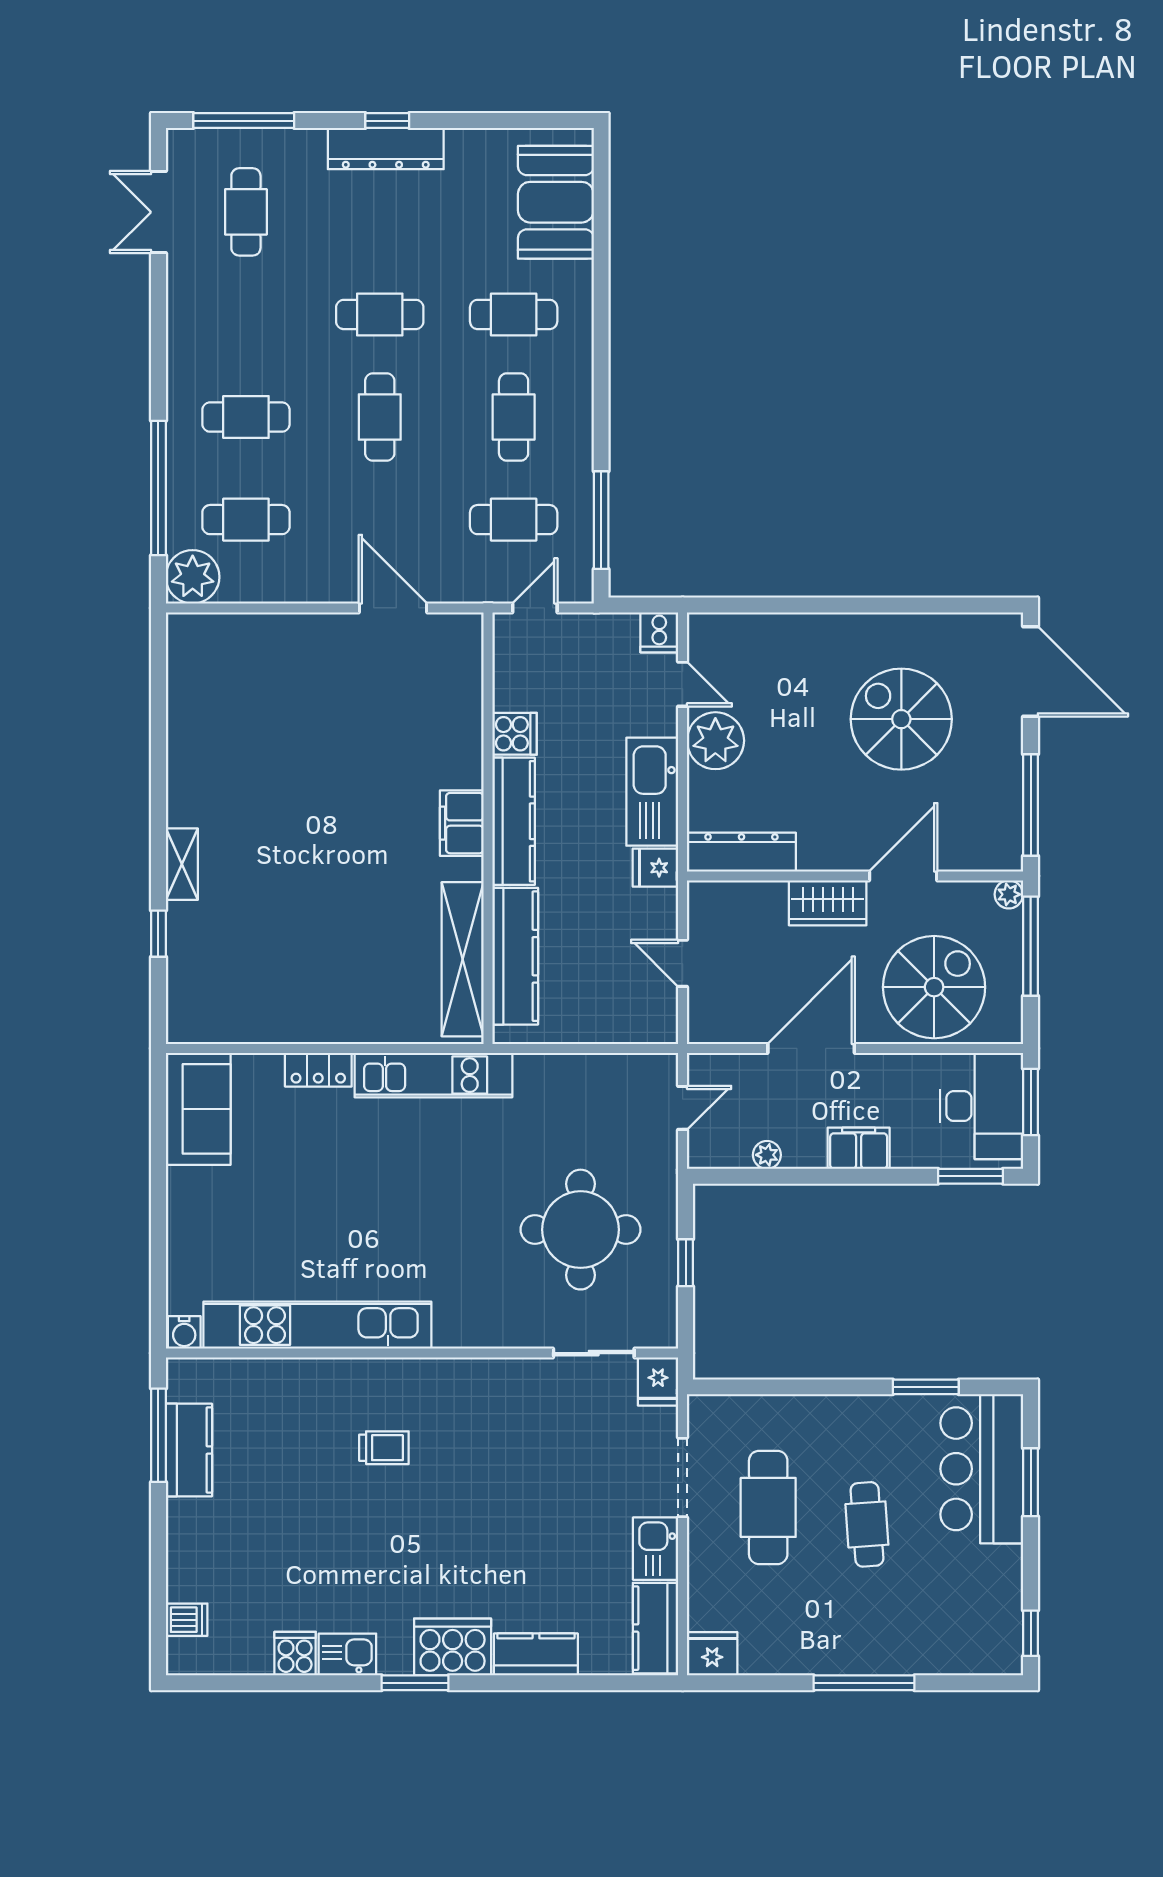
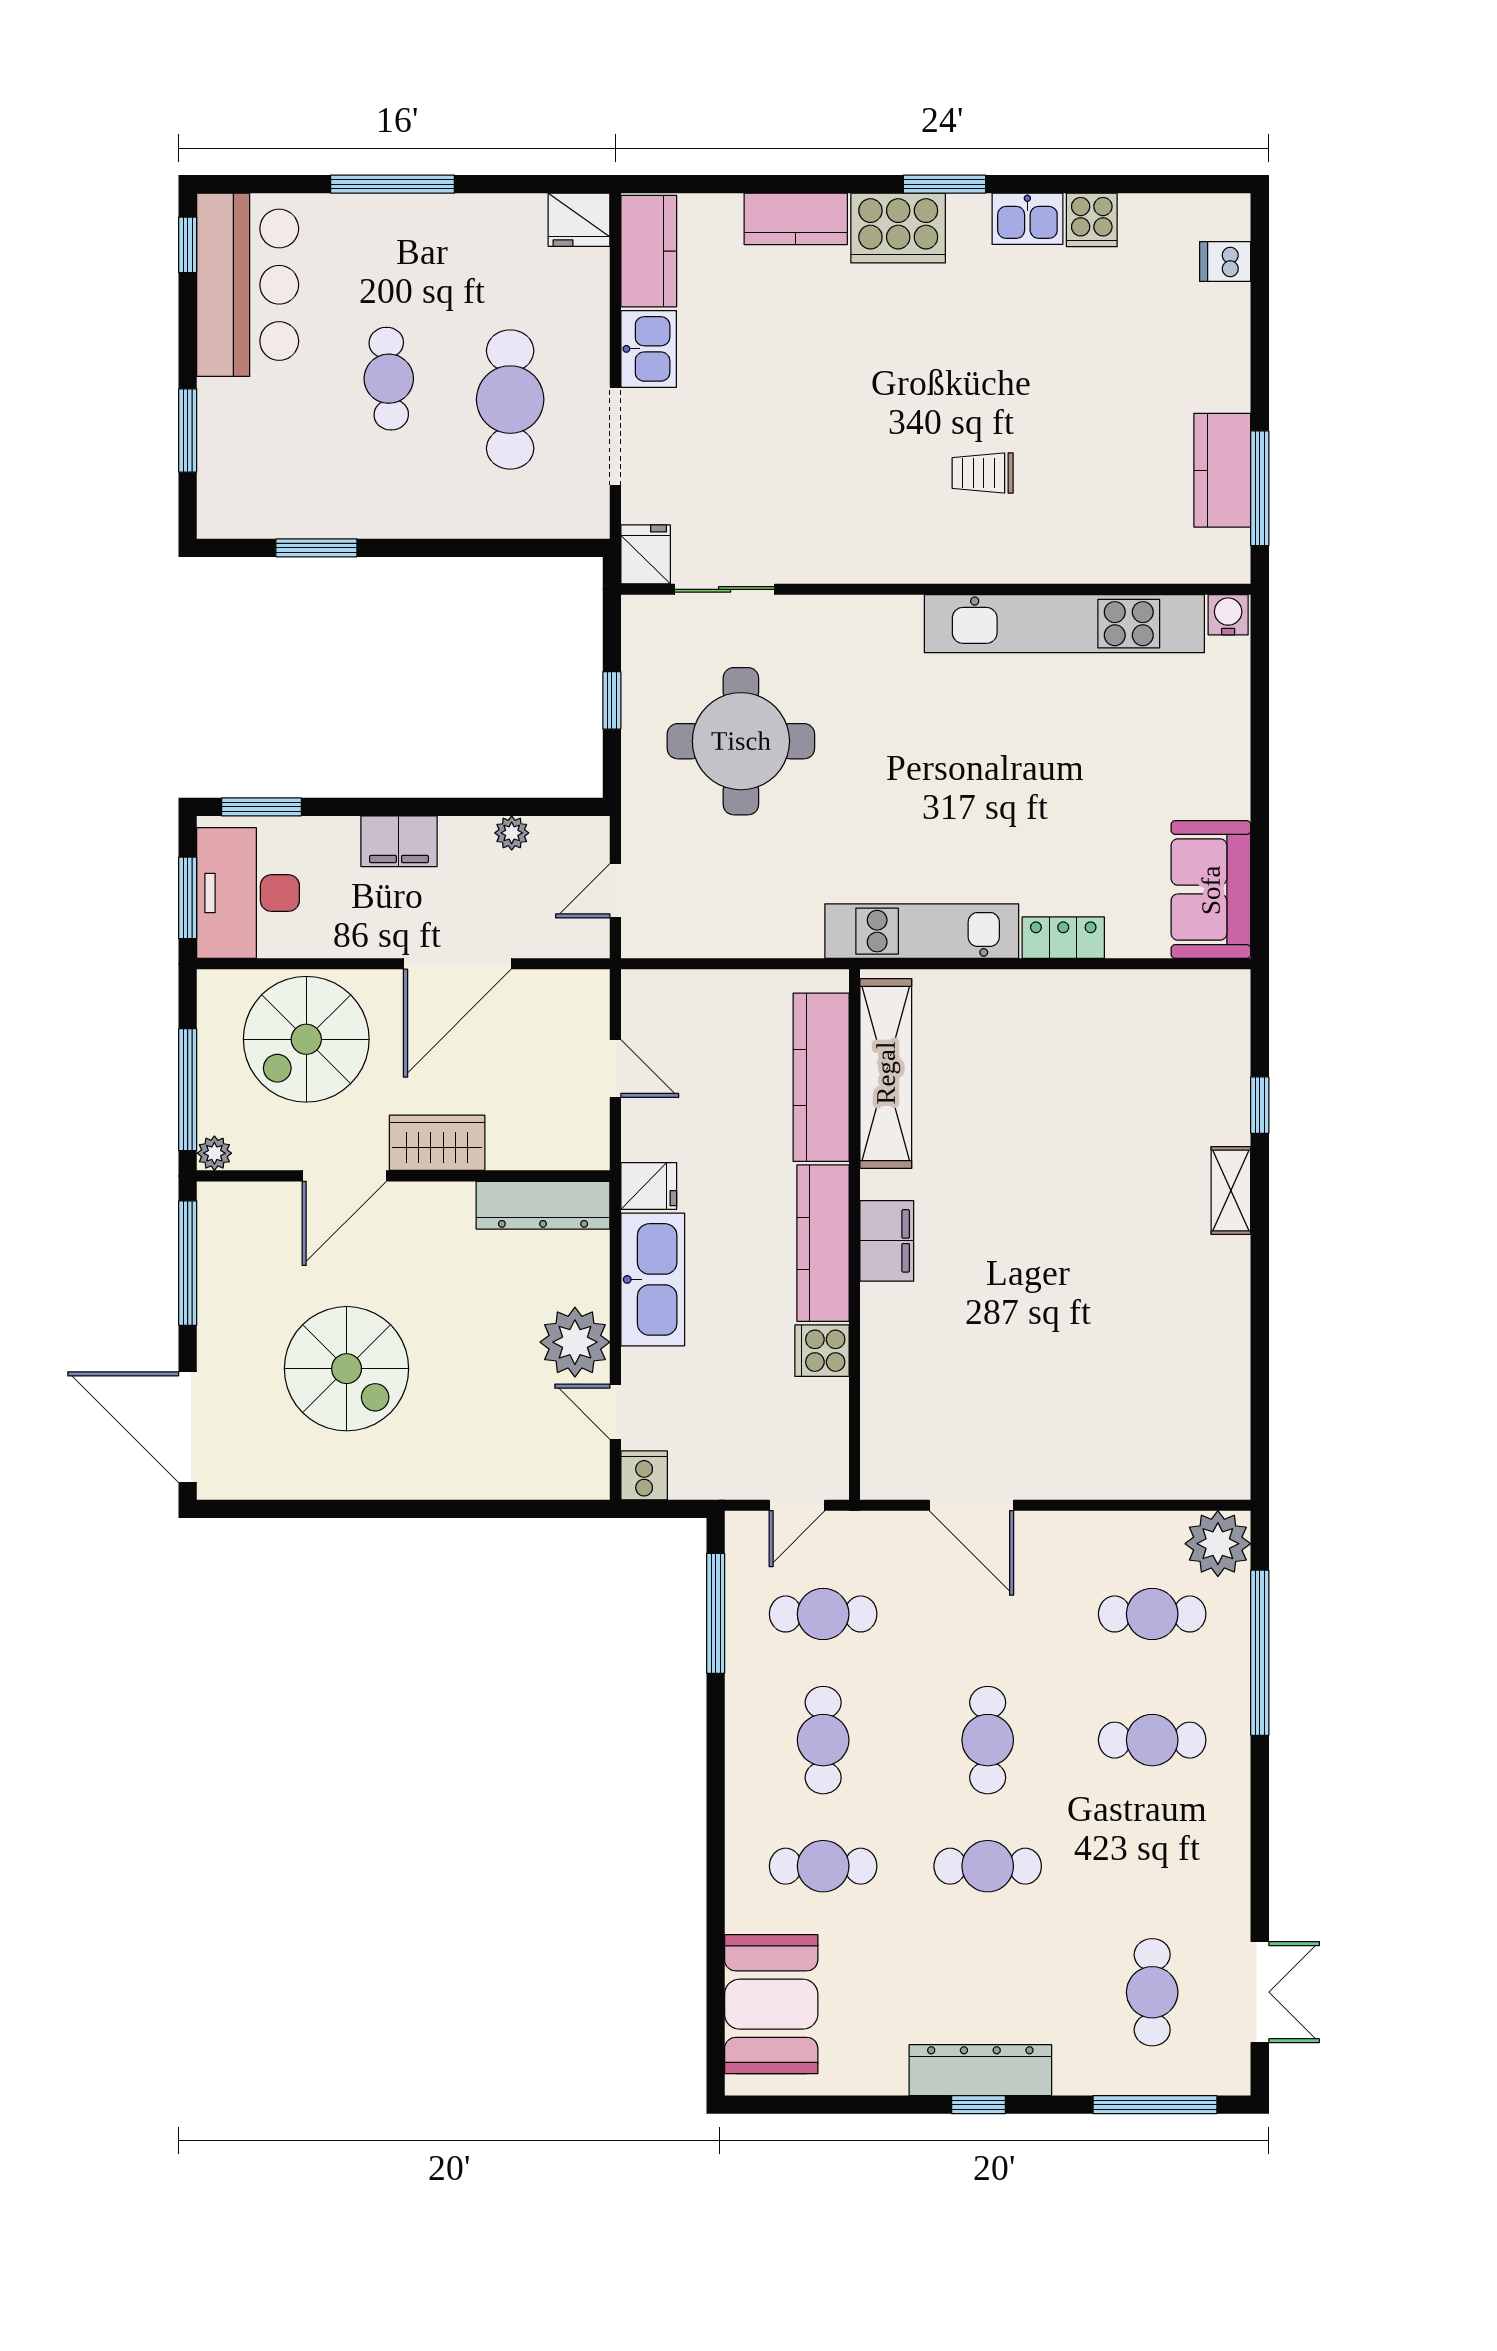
bar counter: (982, 1469) -> (248, 285), moved

